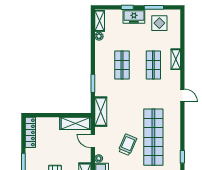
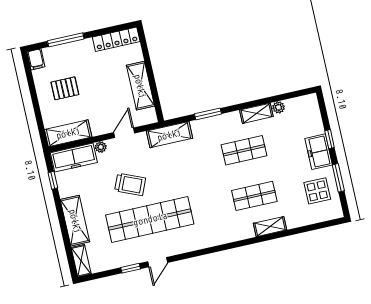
shelving: (100, 21) -> (256, 113), moved
door: (182, 95) -> (158, 262), moved
shelving: (75, 123) -> (140, 86), moved

